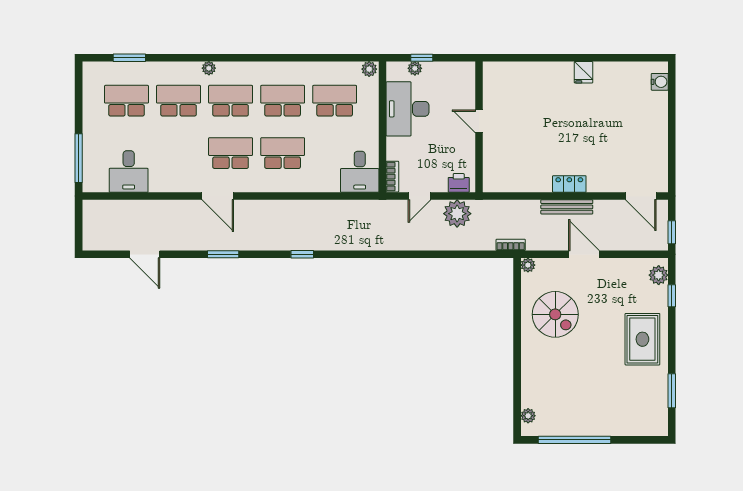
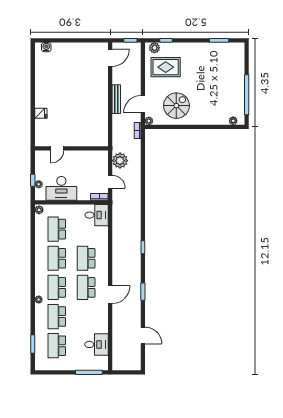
fridge: (584, 72) -> (41, 113), moved
door: (479, 121) -> (57, 148), moved
printer: (459, 183) -> (103, 160), removed
locker: (569, 184) -> (103, 98), removed
door: (145, 254) -> (143, 335), hinge flipped
door: (584, 254) -> (143, 104), moved
rug: (642, 339) -> (166, 67), moved

